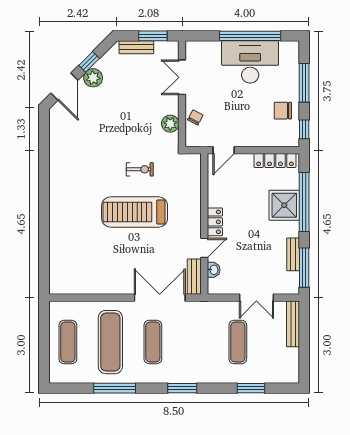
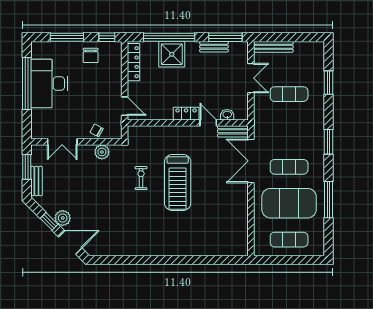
exercise mat: (110, 342) -> (289, 203), width x1.47

